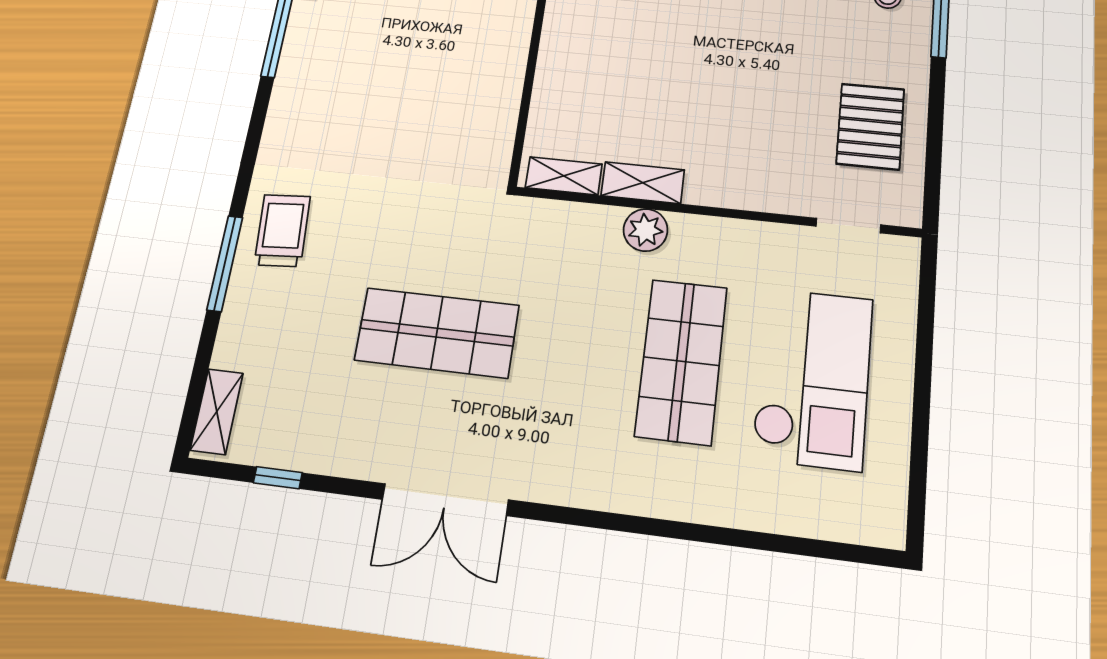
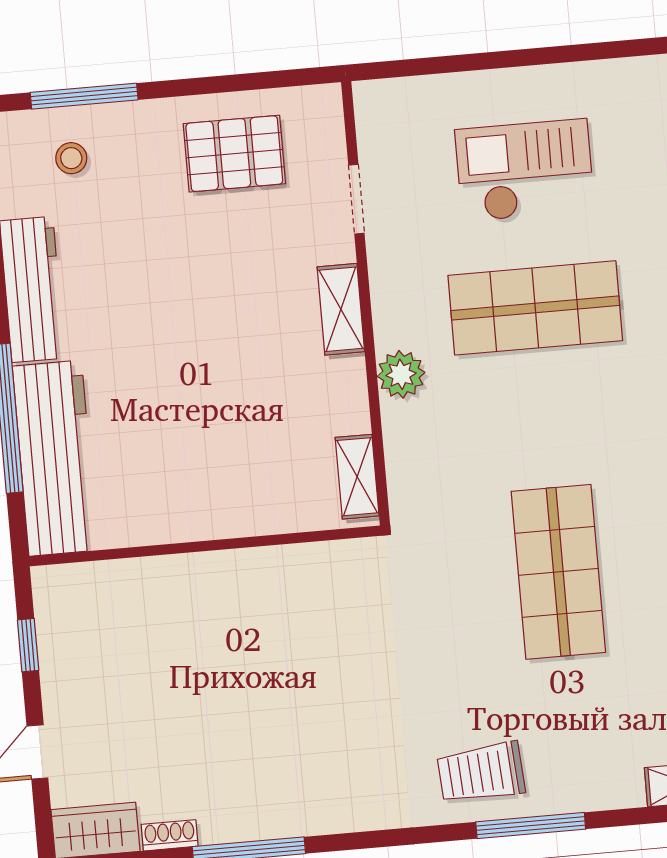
shelving: (643, 183) -> (341, 309), moved
doorway: (848, 226) -> (356, 199), moved
checkout: (813, 378) -> (525, 170), width x0.73, depth x0.83

